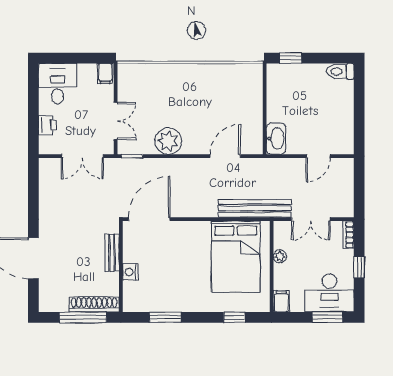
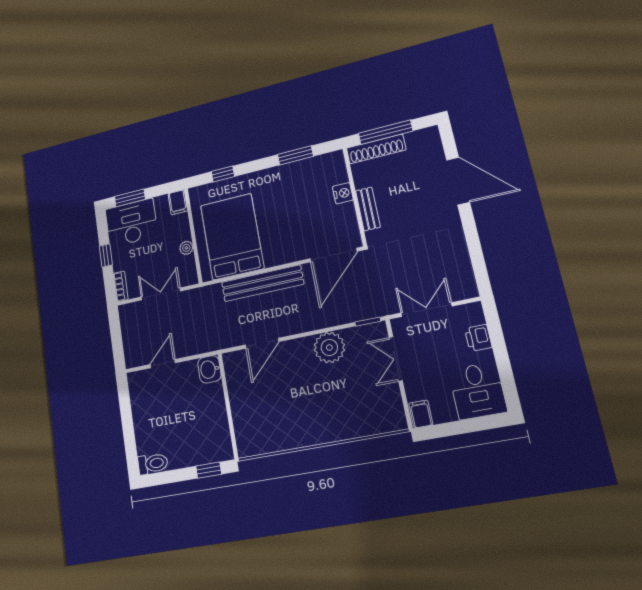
washbasin: (276, 138) -> (209, 369), width x0.72
bench: (255, 208) -> (262, 283), moved

